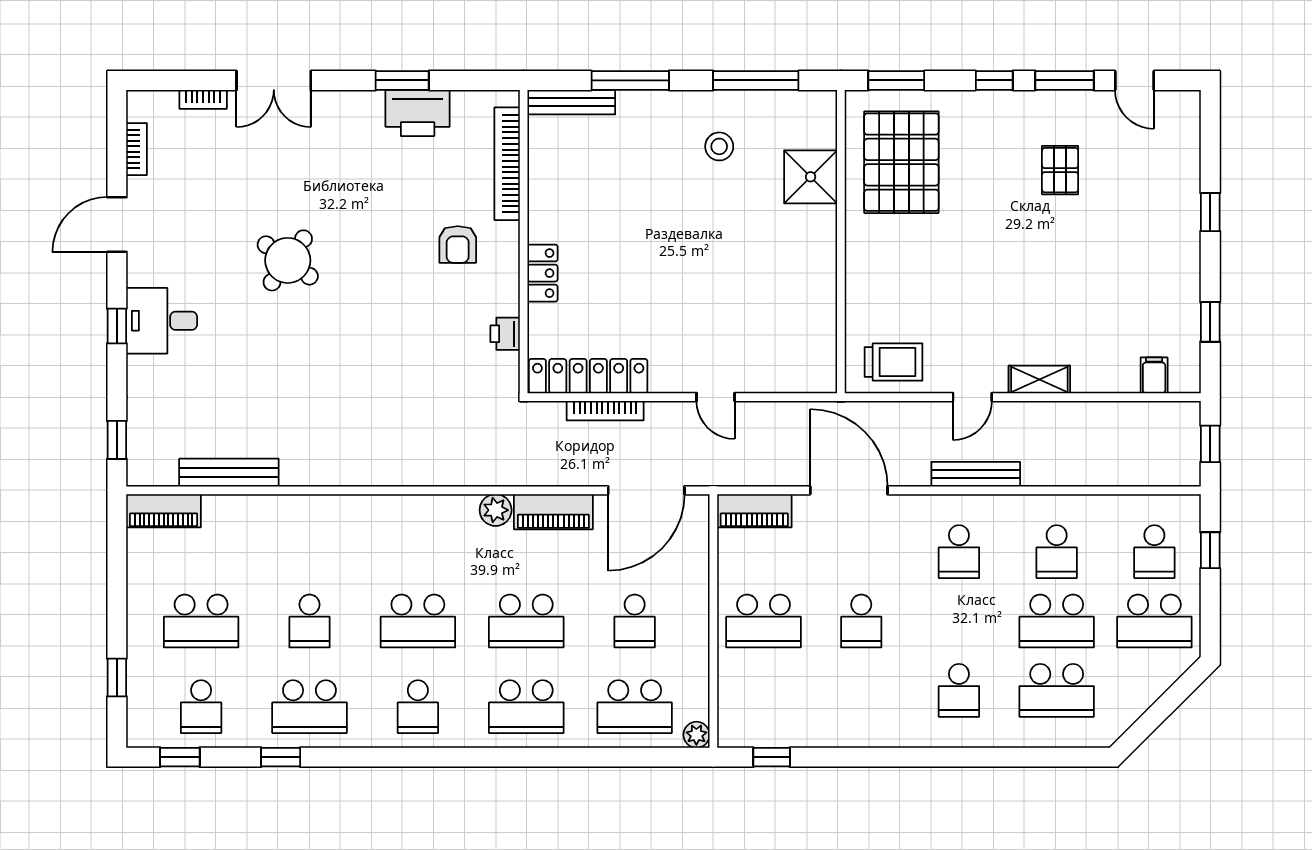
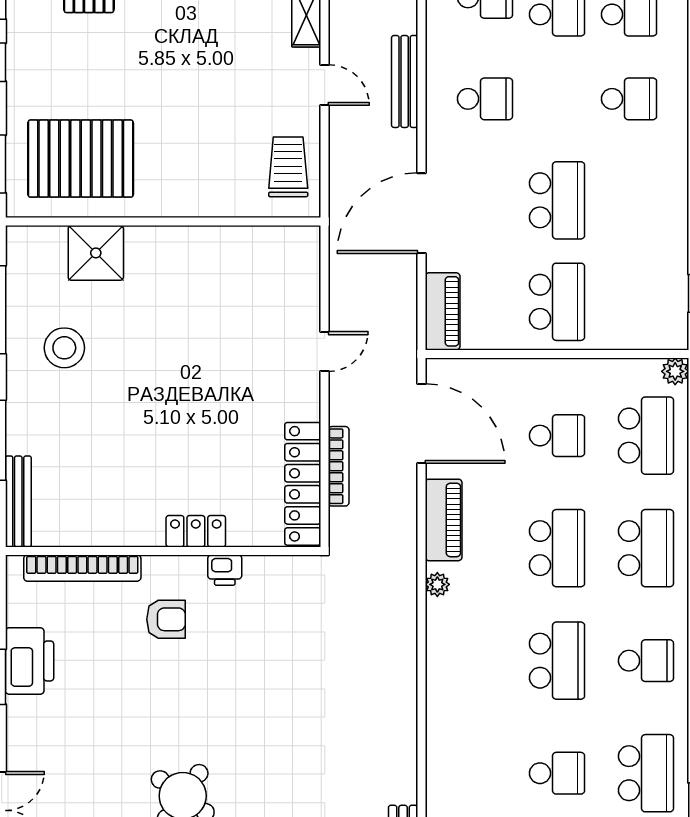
stool: (719, 146) -> (64, 348), width x1.38, depth x1.38
printer: (505, 334) -> (225, 570), moved
plant: (496, 510) -> (437, 584), width x0.73, depth x0.73
school desk: (861, 621) -> (557, 200), width x1.85

